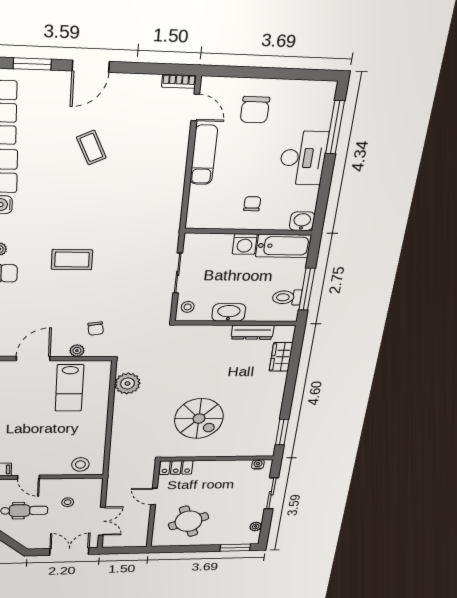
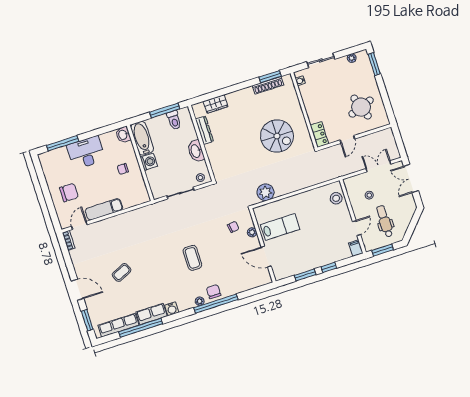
spiral stairs: (199, 419) -> (277, 136), turned 90
shoe rack: (272, 426) -> (268, 85), added

